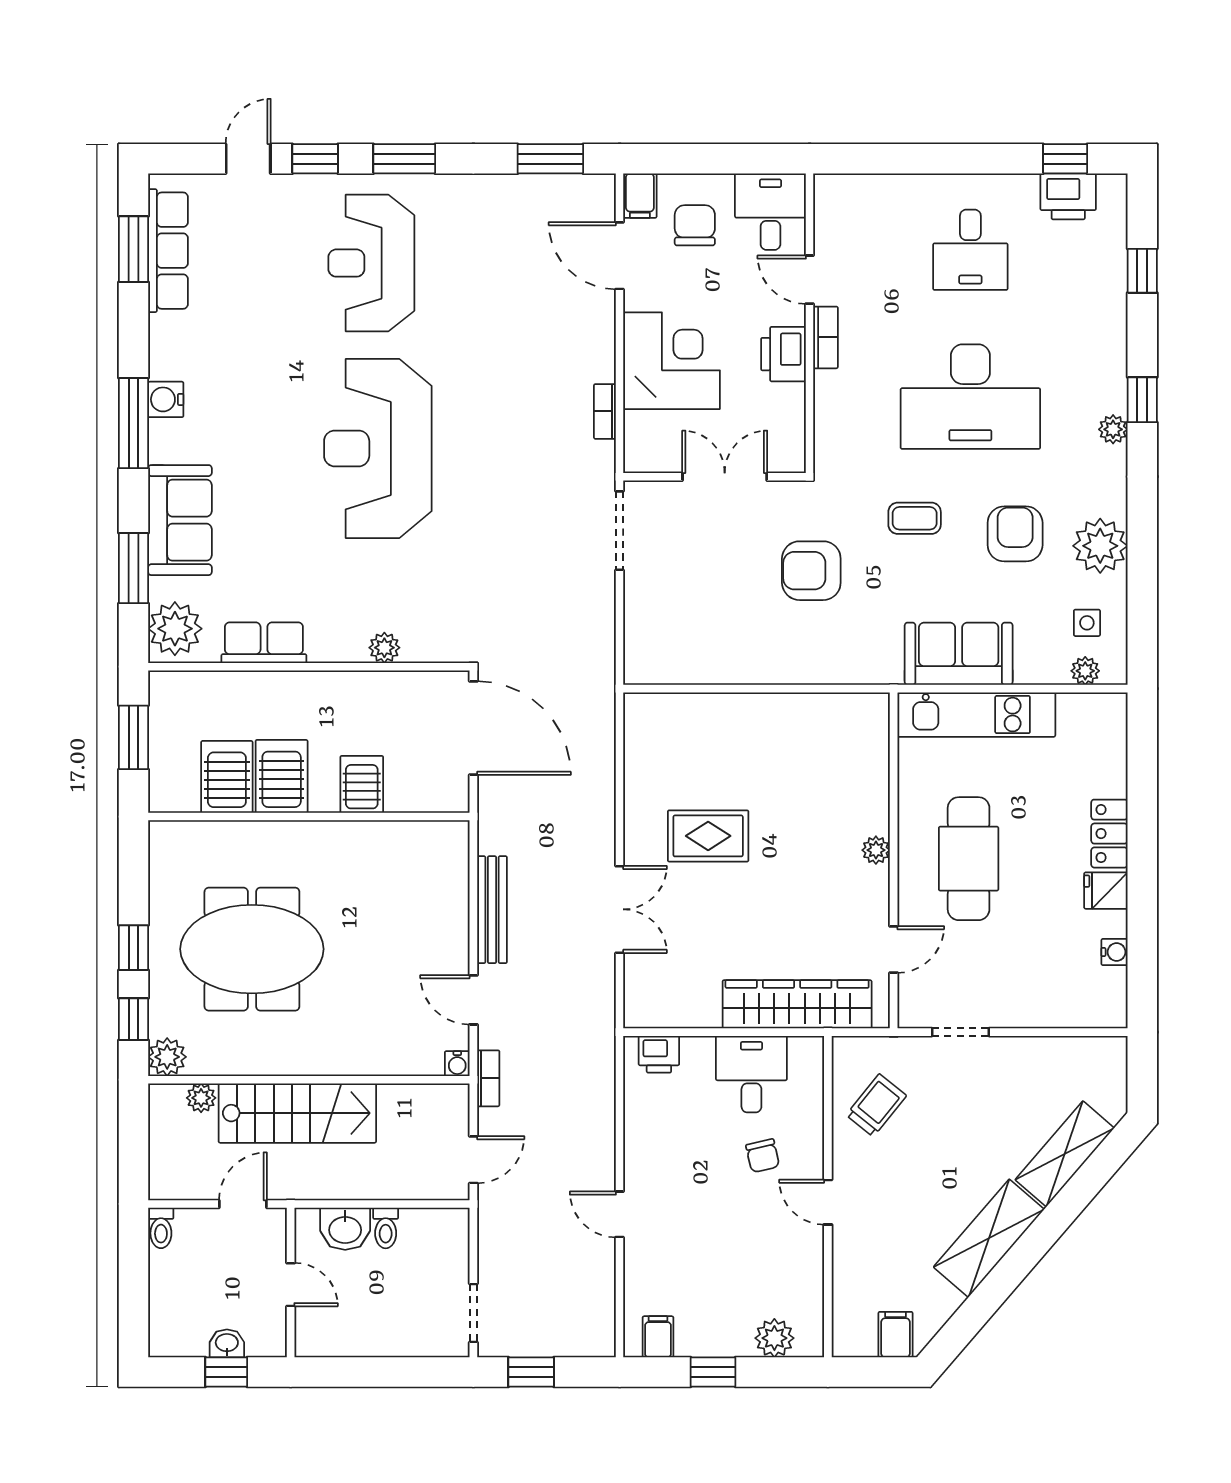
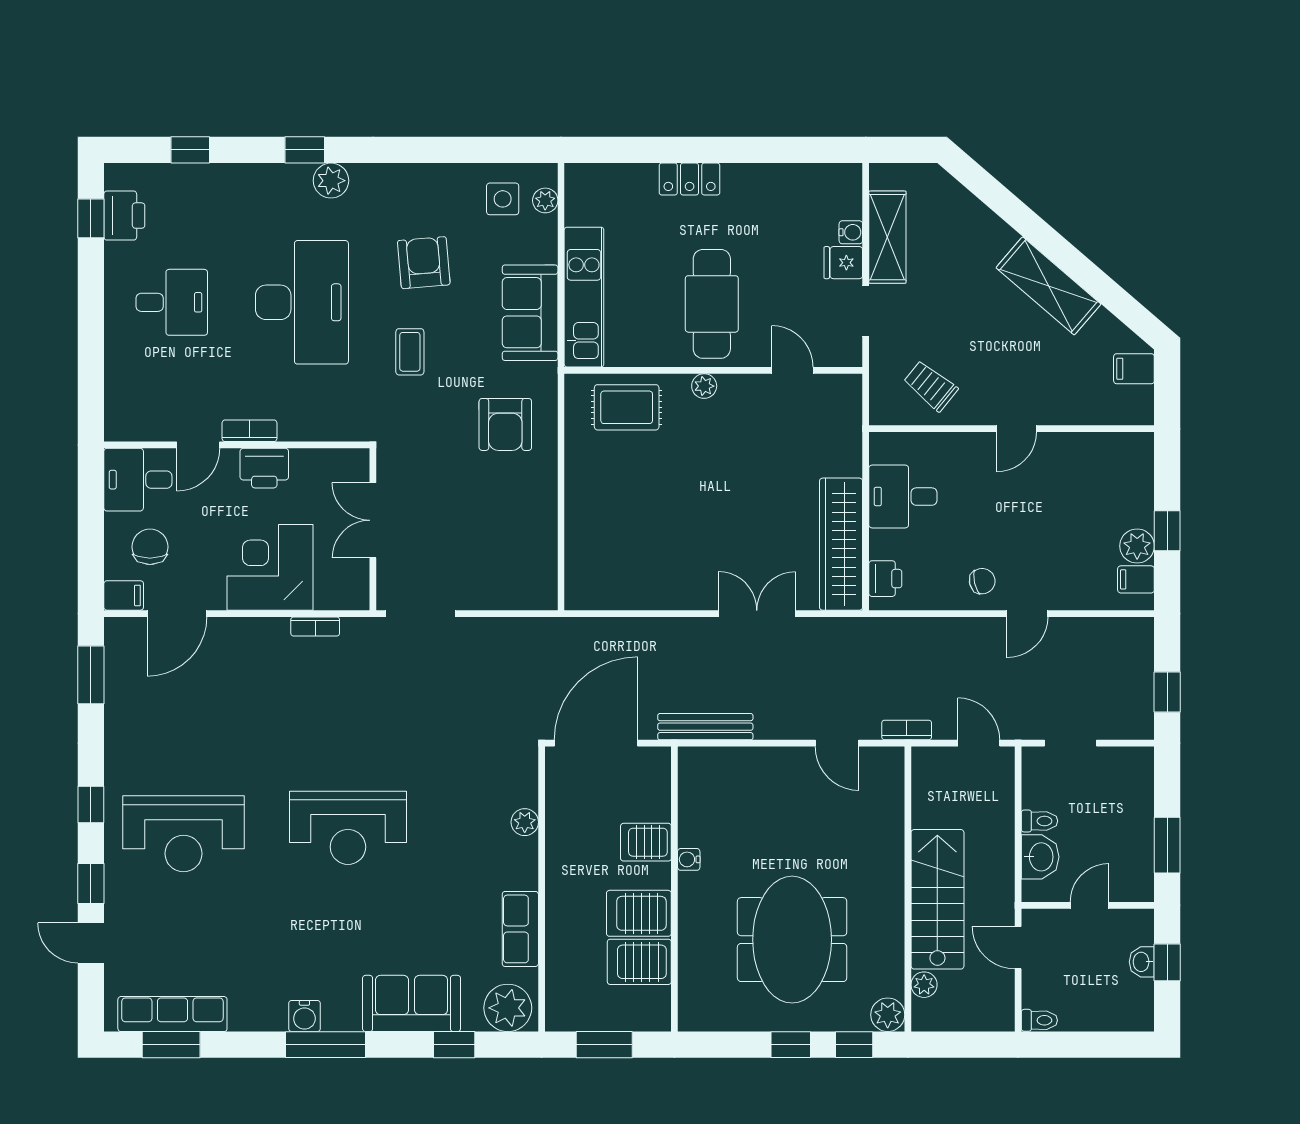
window: (404, 159) -> (91, 804), width x0.67
chair: (695, 225) -> (150, 547), turned 90
plant: (1113, 429) -> (331, 181), width x1.38, depth x1.38
reception desk: (378, 448) -> (348, 828), width x0.74, depth x0.77
armchair: (1015, 534) -> (424, 263), turned 85
plant: (1100, 546) -> (434, 187), removed
window: (133, 568) -> (454, 1045), width x0.67
armchair: (811, 571) -> (505, 424), moved
side table: (1087, 623) -> (503, 199), width x1.37, depth x1.37
rug: (708, 836) -> (627, 407), moved, turned 90
cafe table: (969, 859) -> (712, 304), turned 90
fridge: (1106, 891) -> (843, 263), moved, turned 90
bench: (492, 910) -> (705, 727), moved
water cooler: (1114, 952) -> (851, 232), moved, turned 90
door: (473, 1000) -> (837, 743), hinge flipped
wardrobe: (797, 1004) -> (841, 544), moved
water cooler: (457, 1064) -> (689, 859), moved, turned 180
shelving: (1065, 1154) -> (887, 237), moved, turned 49
chair: (763, 1156) -> (982, 581), moved
doorway: (473, 1313) -> (1070, 743), moved
plant: (774, 1338) -> (1137, 546), moved
window: (358, 1372) -> (1167, 845), added

